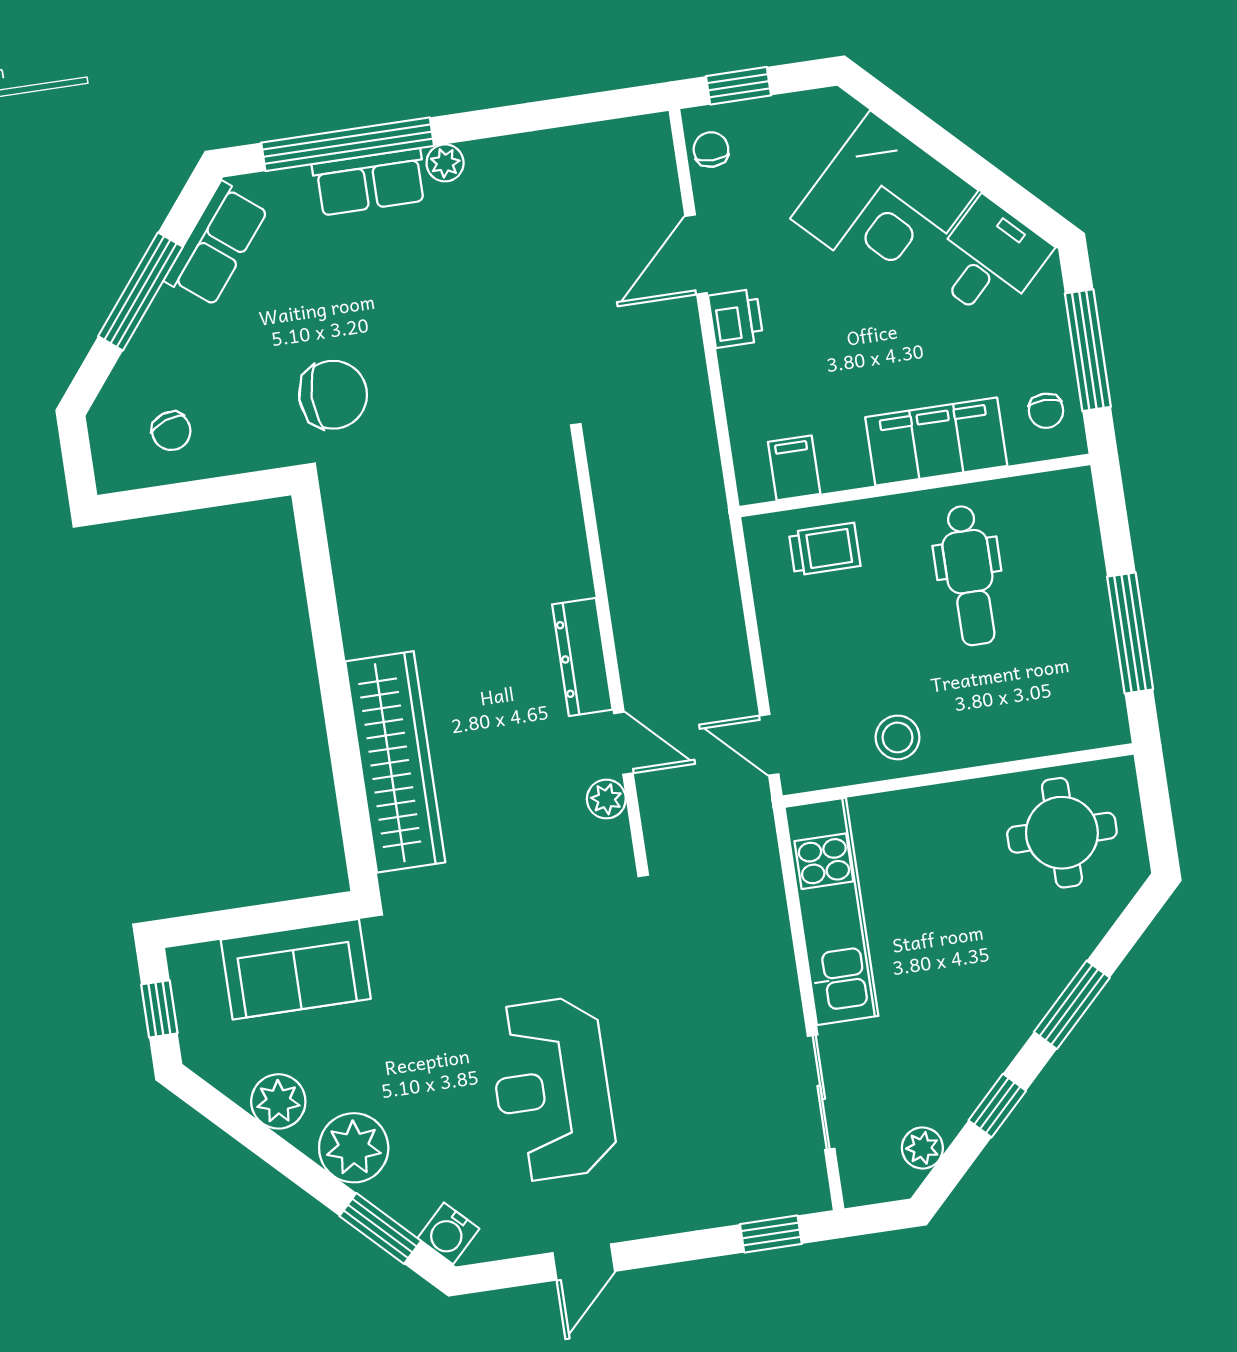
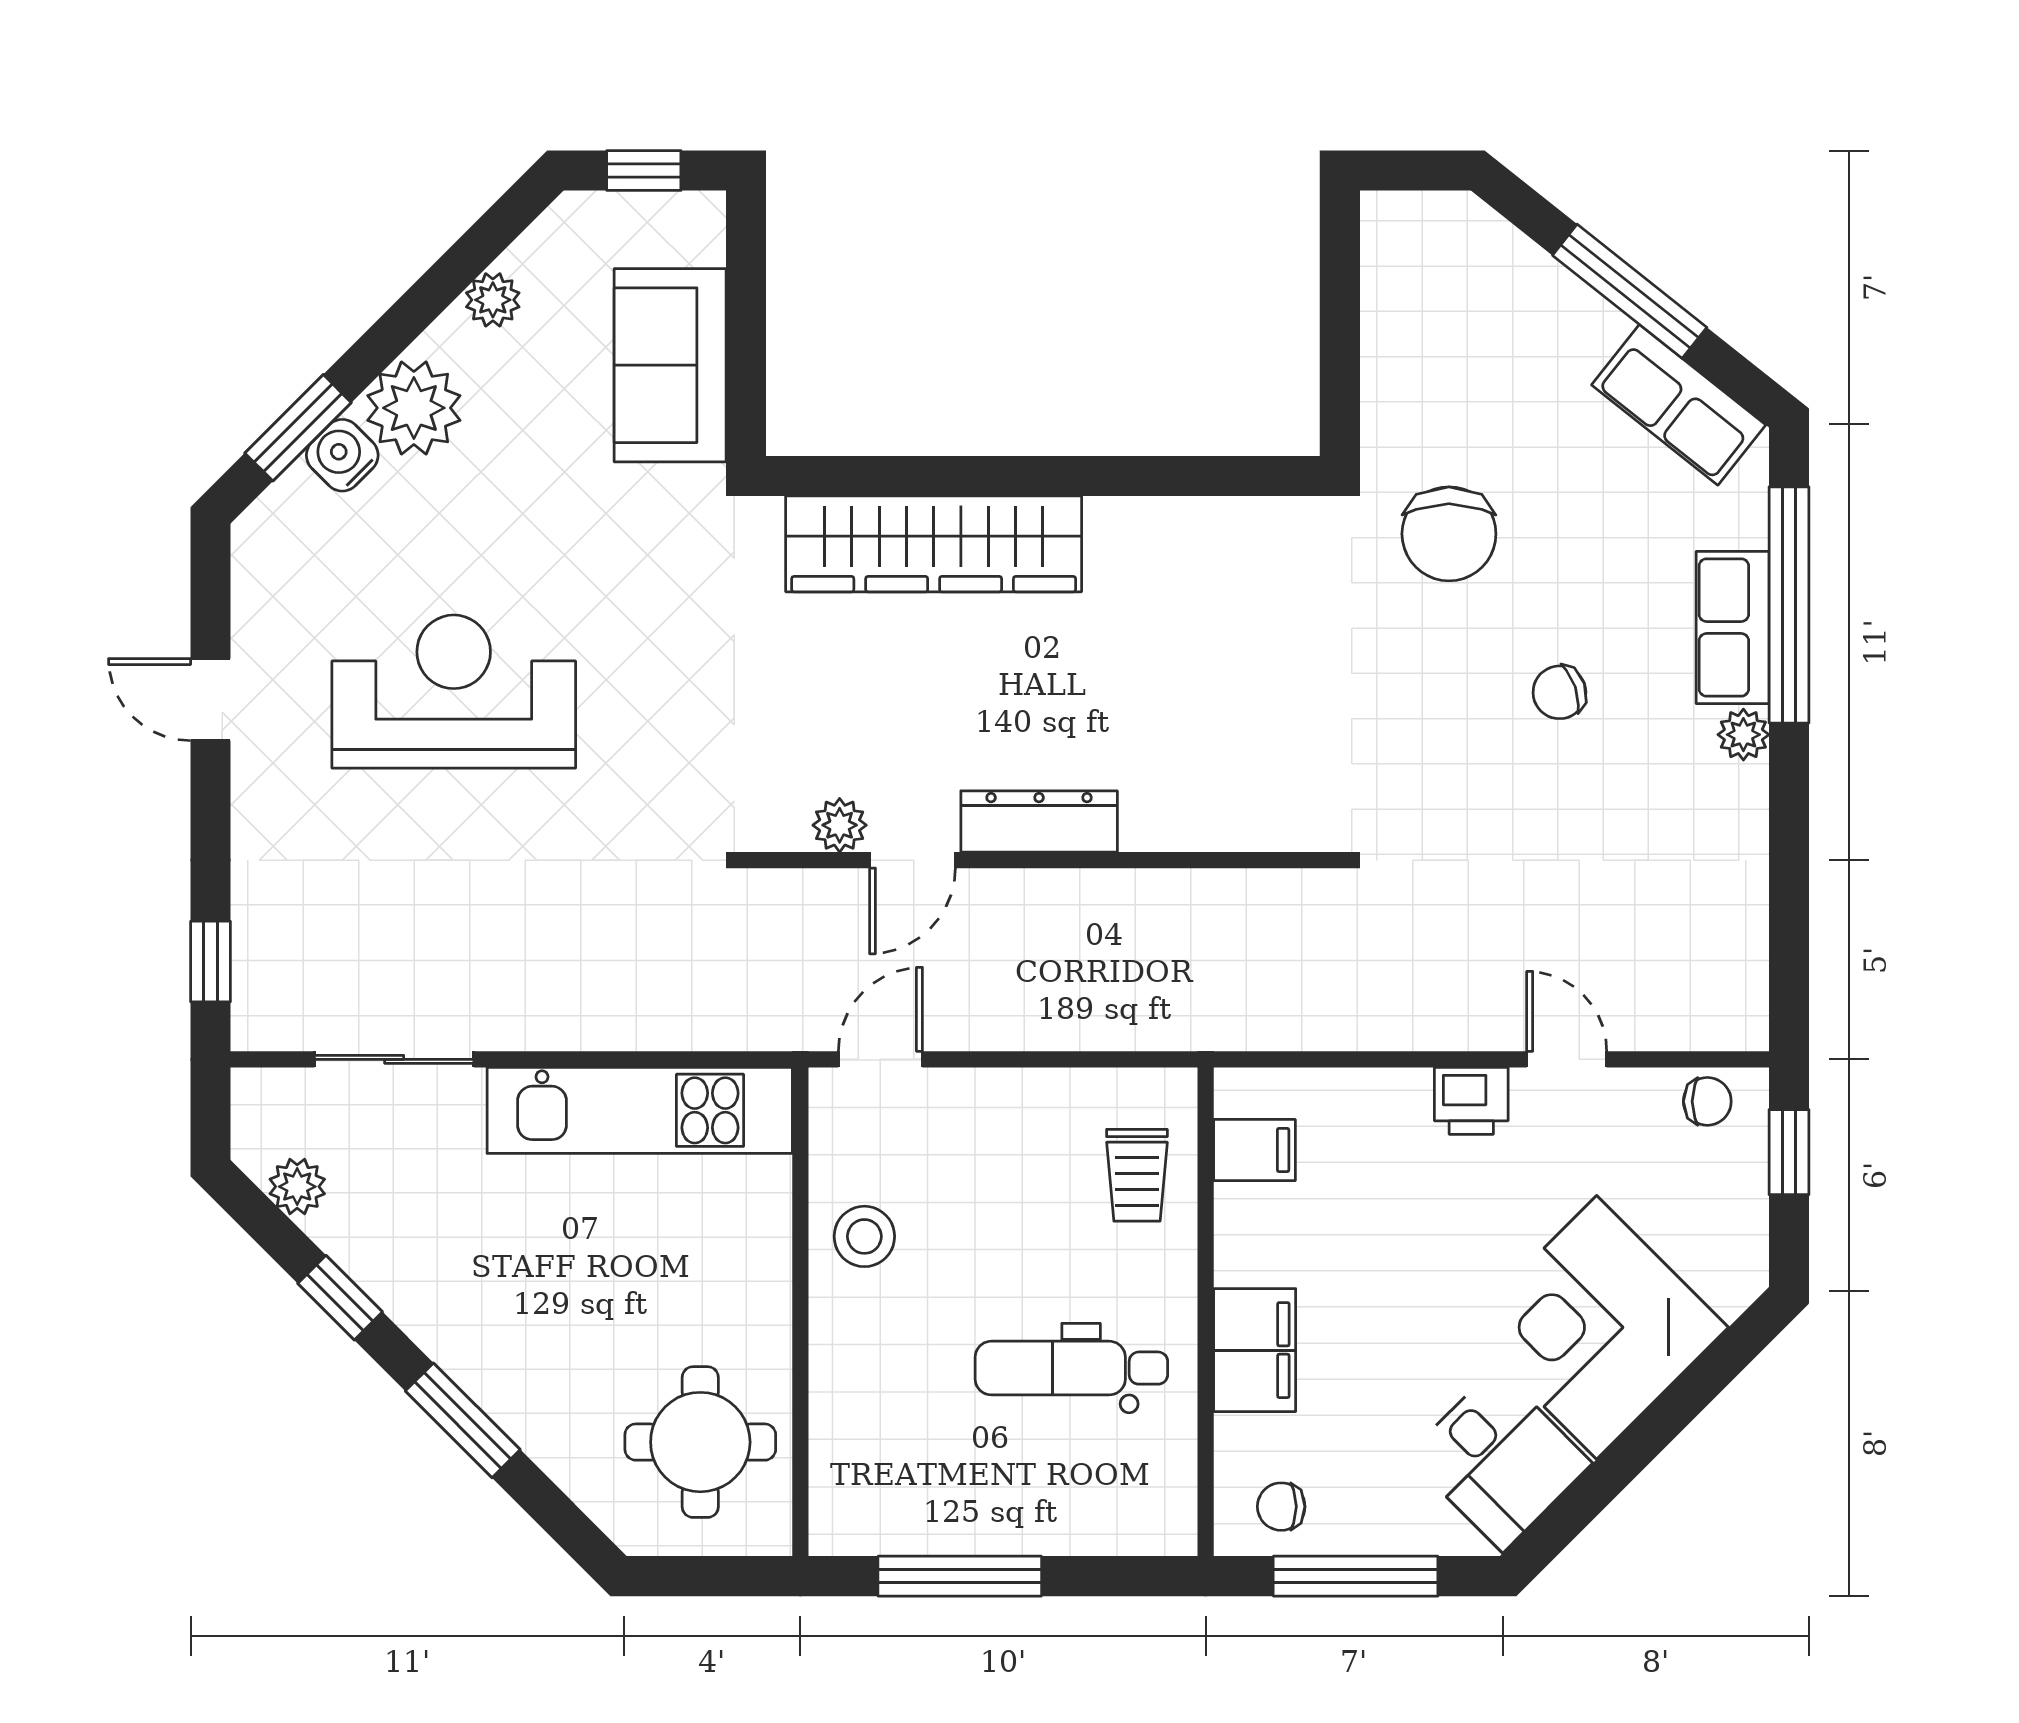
door: (696, 254) -> (1567, 1059), width x0.73
chair: (171, 431) -> (1559, 692), moved
filing cabinet: (936, 442) -> (1255, 1350), width x0.67, depth x0.86
plant: (278, 1101) -> (493, 300), width x0.73, depth x0.73
water cooler: (448, 1233) -> (342, 455), moved

